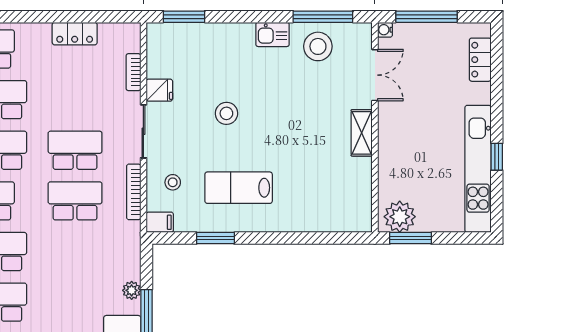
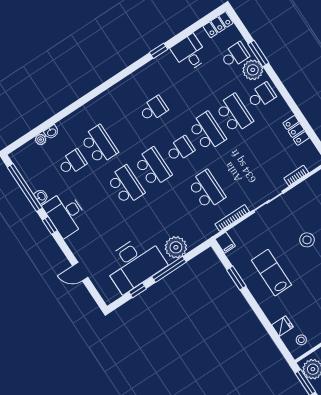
fridge: (159, 90) -> (282, 326), moved, turned -90
school desk: (75, 150) -> (234, 172), removed
stool: (173, 182) -> (301, 340), moved
plant: (132, 290) -> (176, 247), width x1.87, depth x1.87

